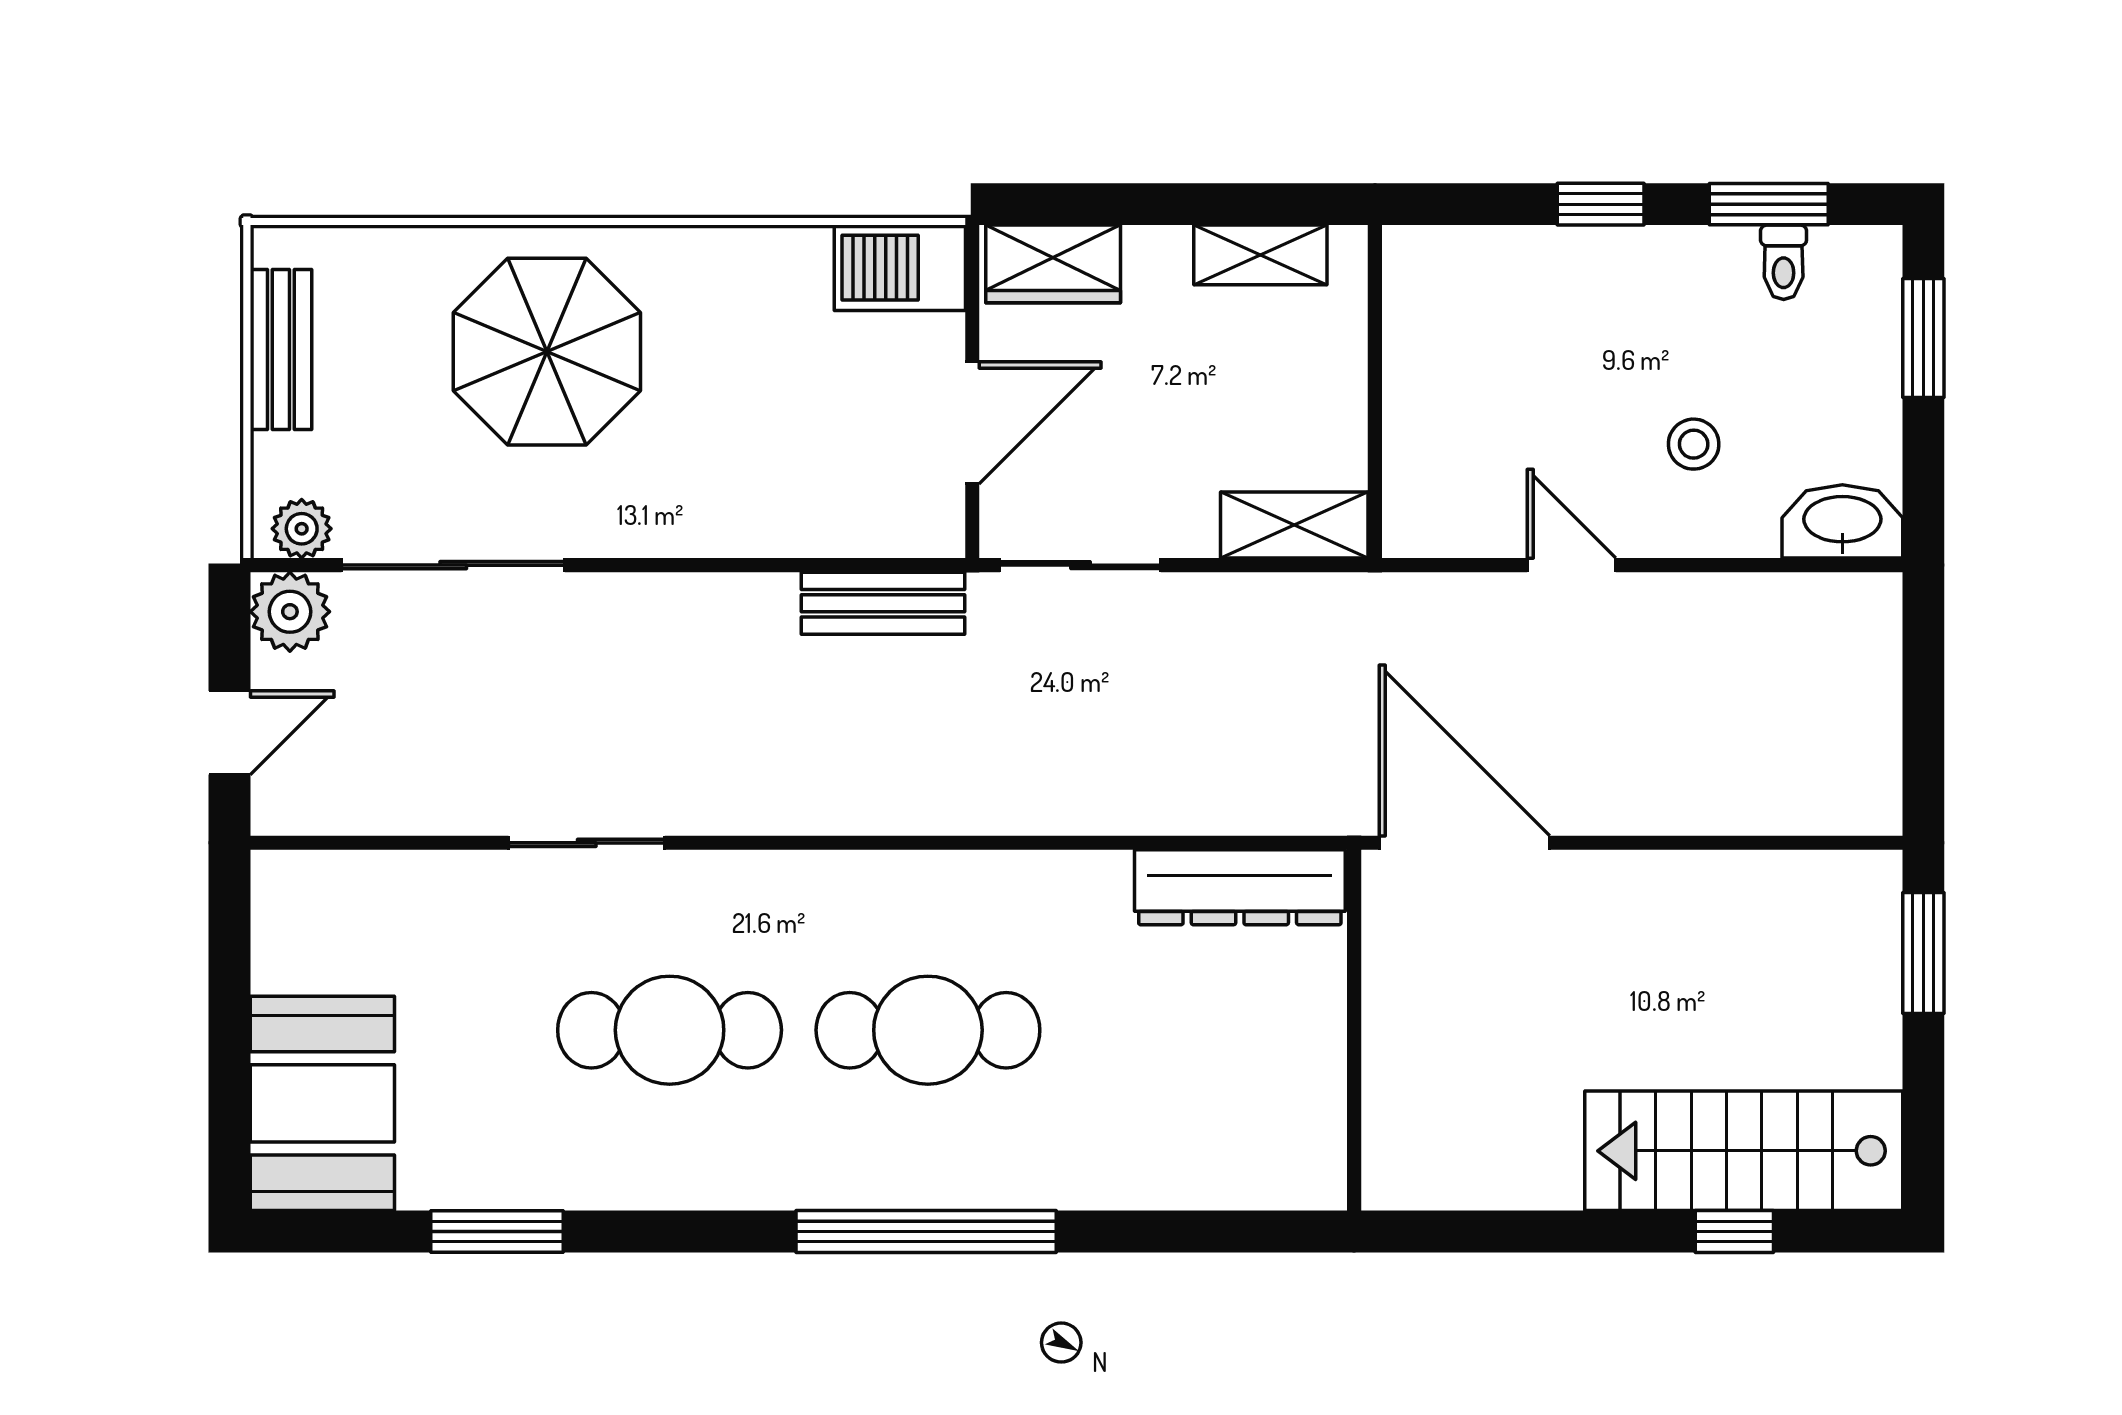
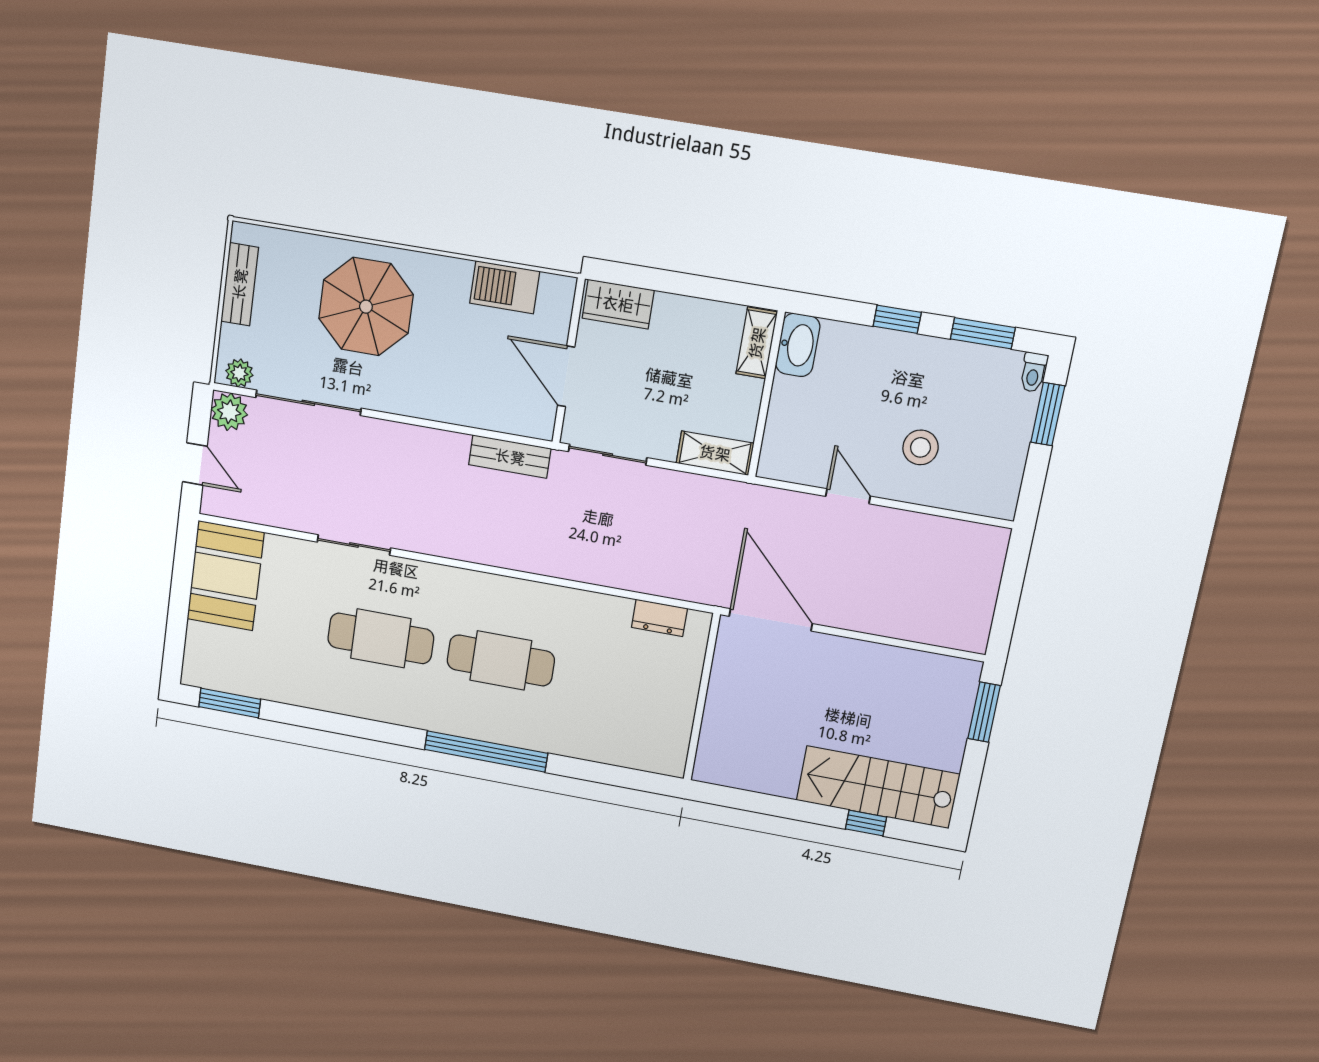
shelving: (1260, 255) -> (757, 343), moved, turned 90
toilet: (1784, 262) -> (1033, 372), moved
barbecue: (900, 268) -> (505, 287), moved
door: (972, 423) -> (566, 376), swing flipped
stool: (1694, 444) -> (921, 447), width x1.37, depth x1.37
washbasin: (1842, 521) -> (798, 345), moved, turned 90
door: (229, 733) -> (195, 464), hinge flipped
dresser: (1240, 887) -> (659, 618), width x0.51, depth x0.80
booth: (322, 1103) -> (225, 576), moved
window: (497, 1232) -> (230, 703), moved

